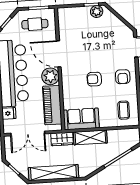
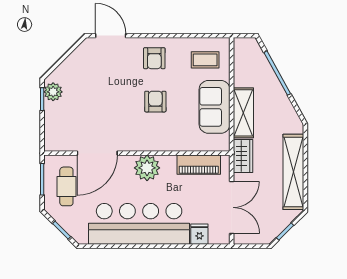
door: (59, 54) -> (97, 153), moved
armchair: (123, 77) -> (154, 58), turned 90
armchair: (94, 79) -> (155, 102), turned 180
piano: (52, 105) -> (199, 165), width x0.73, depth x0.75
sofa: (81, 119) -> (215, 107), moved

